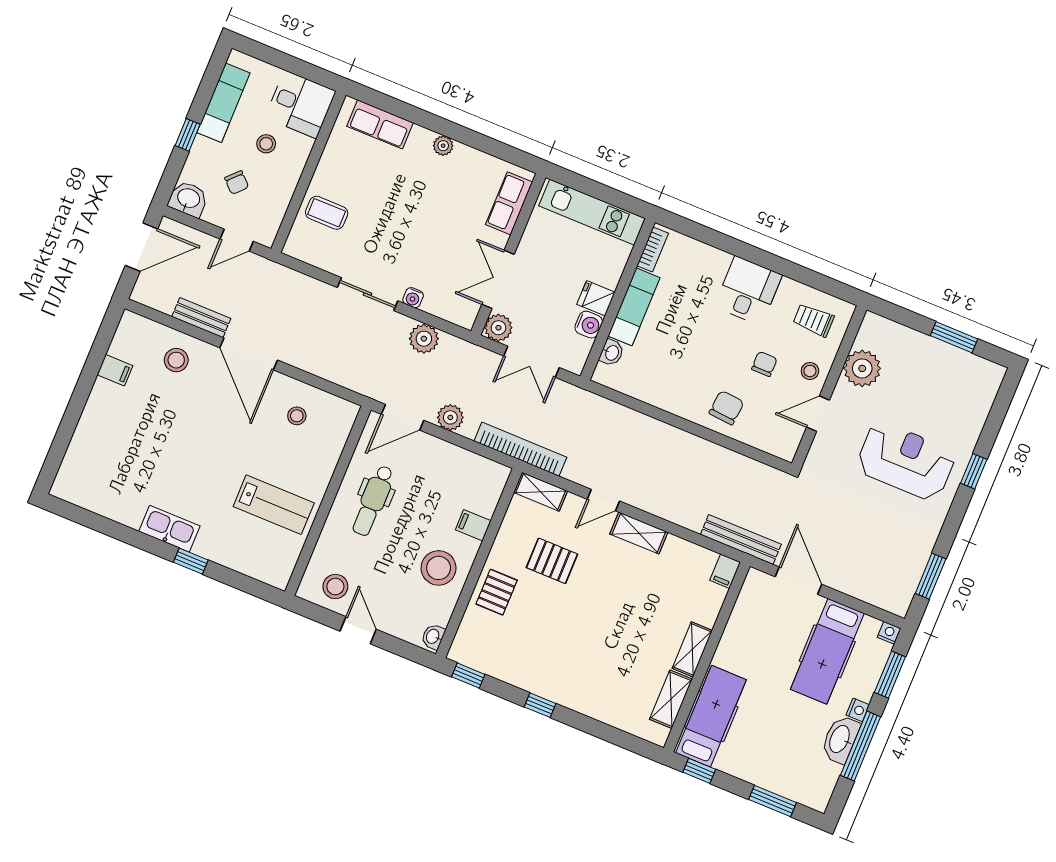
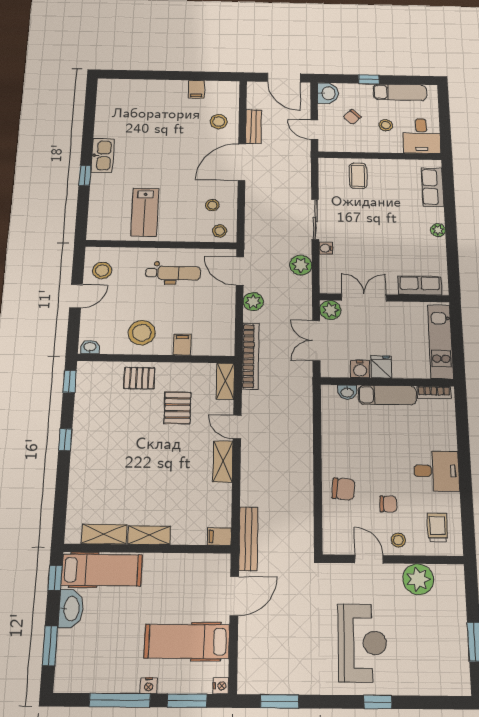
stool: (337, 421) -> (220, 231), added
dental chair: (373, 501) -> (173, 273), turned 180
washbasin: (840, 739) -> (71, 609), moved, turned 90

